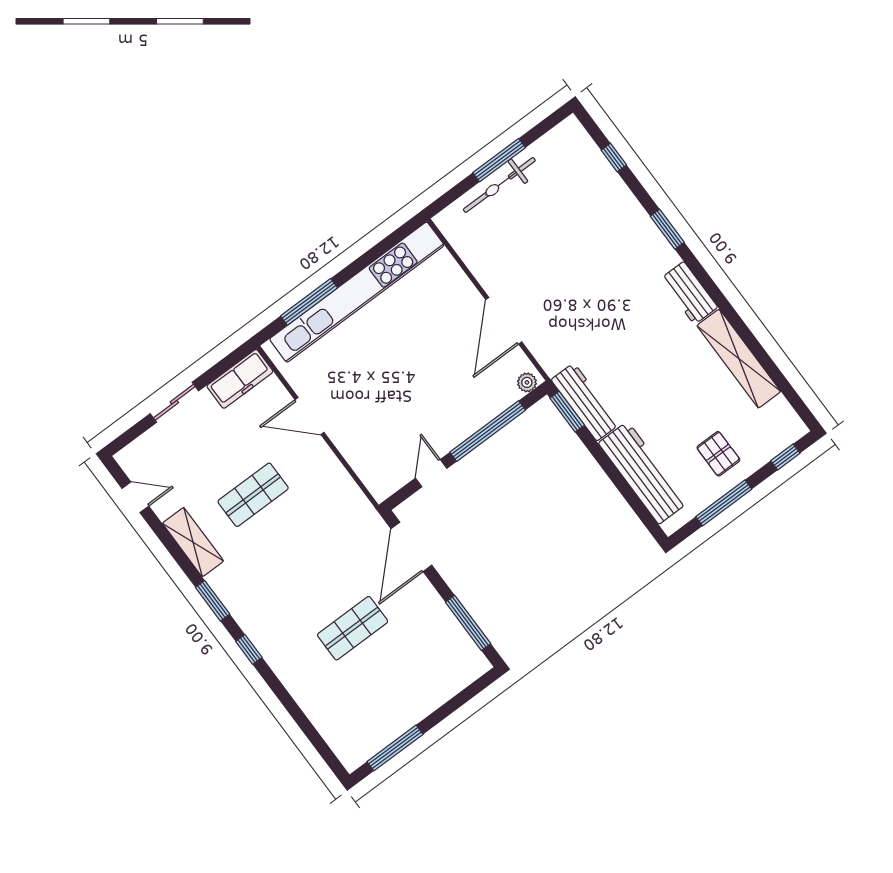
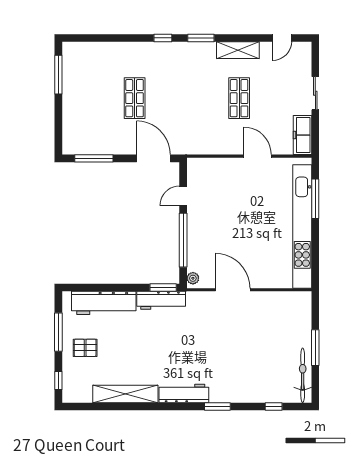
bicycle: (499, 185) -> (303, 375), moved
workbench: (689, 293) -> (184, 393), width x1.38
door: (310, 416) -> (258, 156), hinge flipped
door: (431, 473) -> (183, 196), swing flipped

